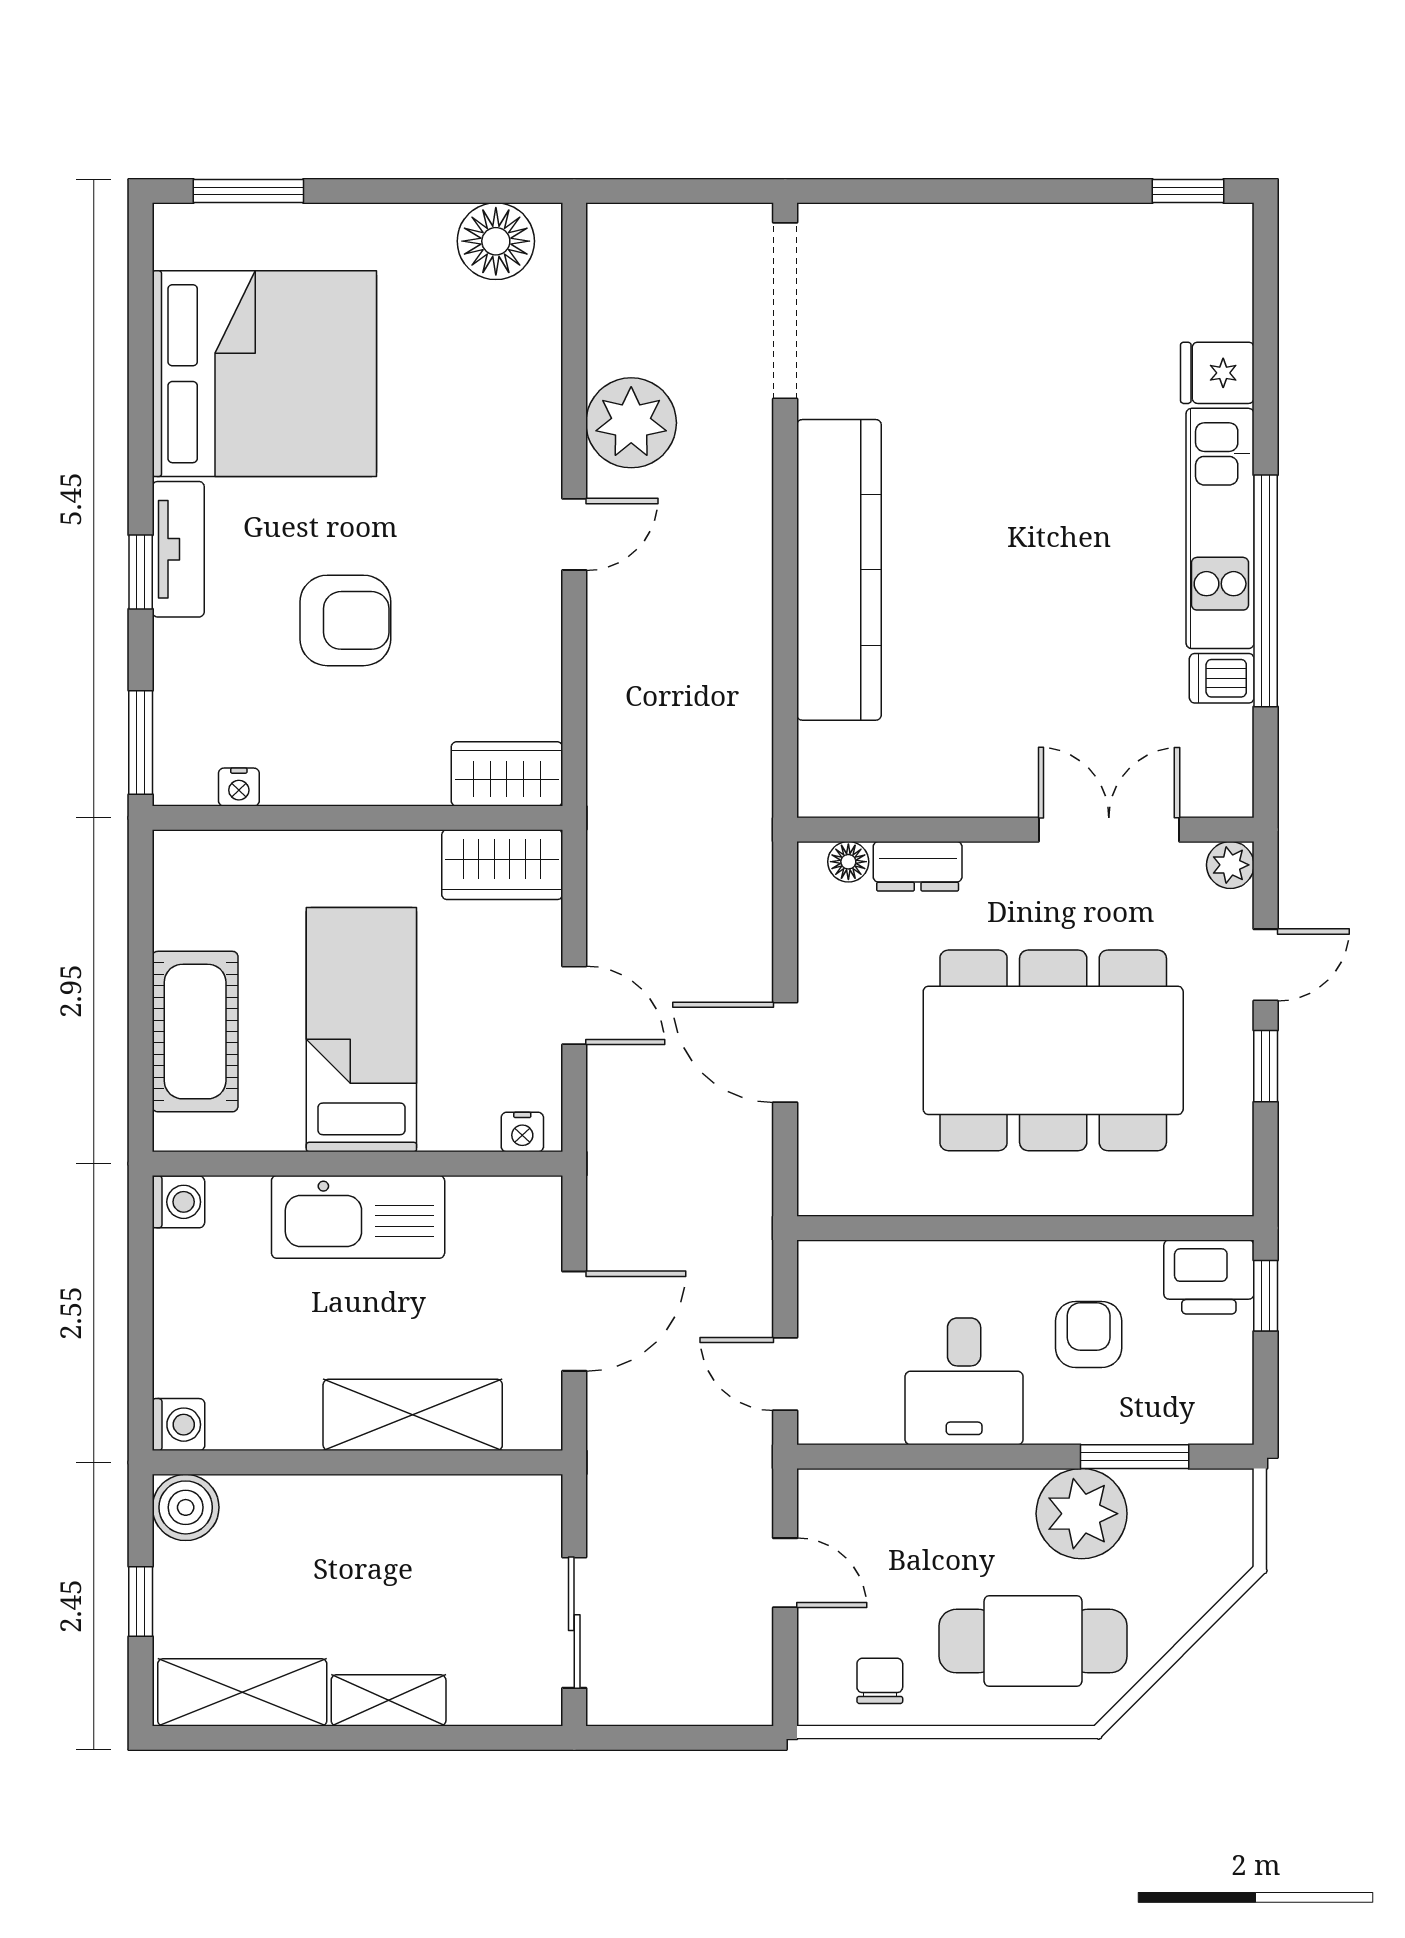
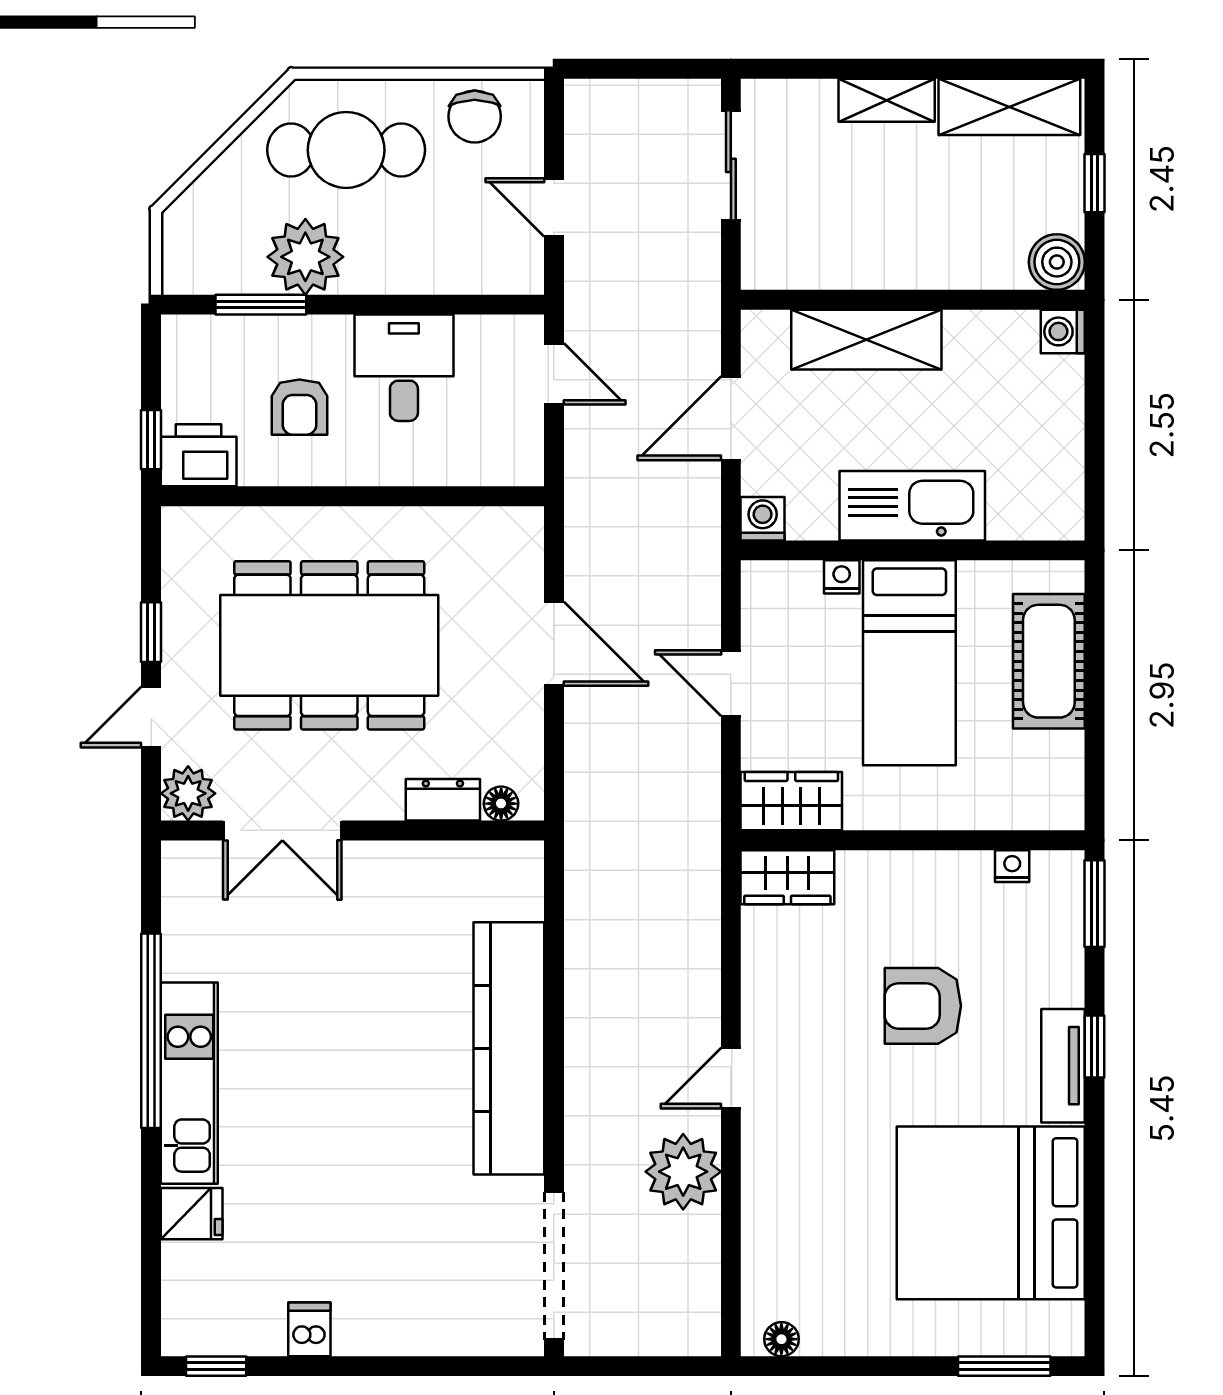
floor lamp: (496, 241) -> (781, 1339), width x0.53, depth x0.53
dishwasher: (1222, 678) -> (309, 1329), moved, turned -90
plant: (1230, 865) -> (188, 793), width x1.38, depth x1.38
nightstand: (522, 1132) -> (842, 577), moved
washing machine: (178, 1202) -> (763, 519), moved, turned 90
chair: (880, 1681) -> (475, 117), width x1.37, depth x1.37

